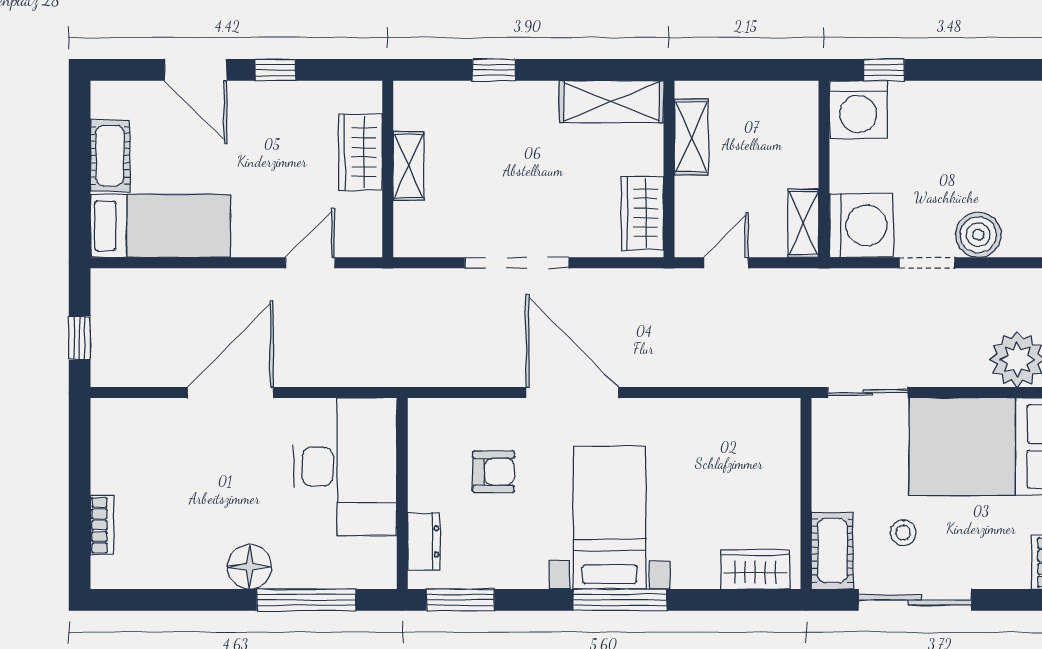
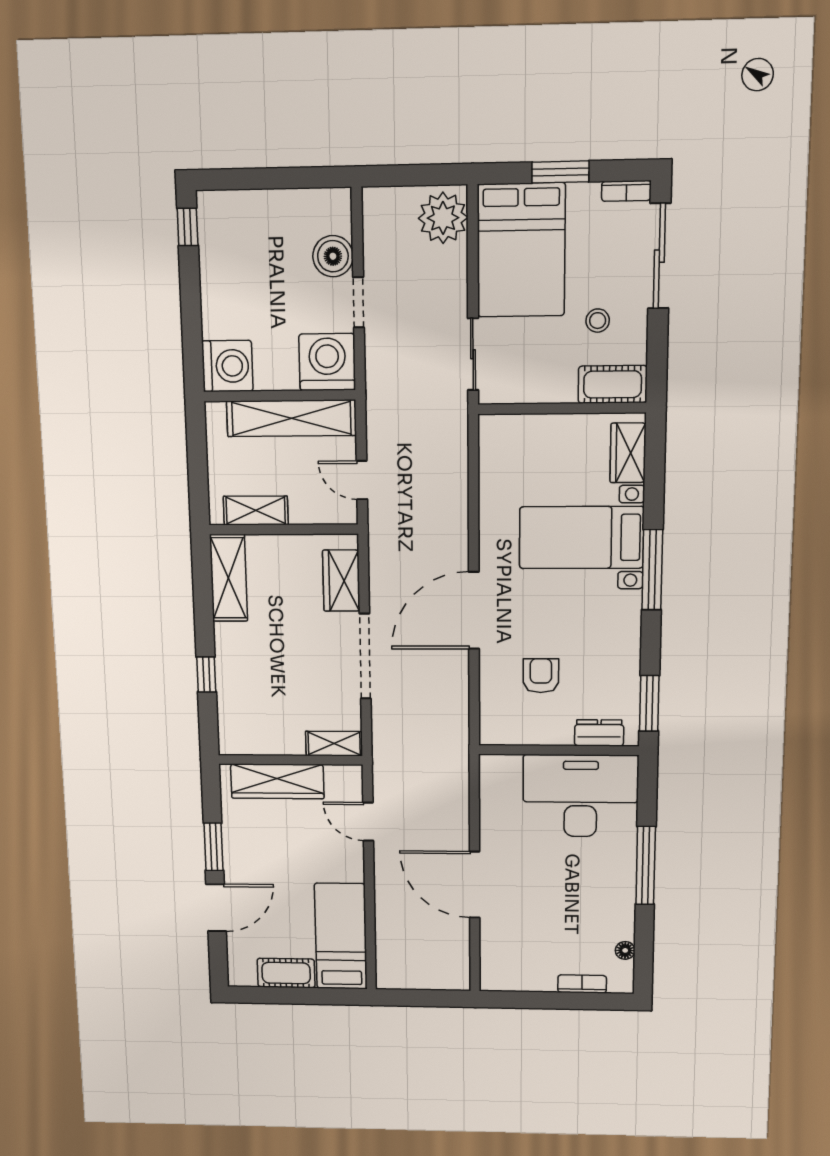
window: (276, 70) -> (213, 847), width x1.50
window: (884, 70) -> (188, 227), moved
wardrobe: (360, 152) -> (277, 781), width x1.50
shelving: (409, 166) -> (334, 744), moved
wardrobe: (642, 213) -> (341, 581), moved, turned 90
shelving: (803, 223) -> (291, 418), width x2.20, depth x1.33
window: (80, 338) -> (431, 998), removed
desk: (345, 467) -> (581, 796), moved
bed with nightstands: (610, 518) -> (582, 538), moved
floor lamp: (250, 567) -> (625, 950), moved, width x0.53, depth x0.53
window: (306, 600) -> (646, 865), moved
sliding door: (915, 600) -> (659, 256), moved

